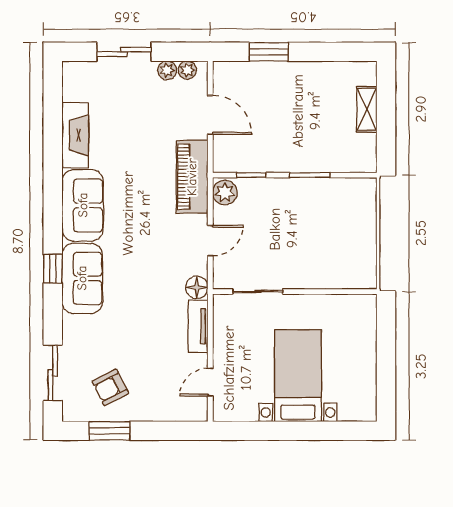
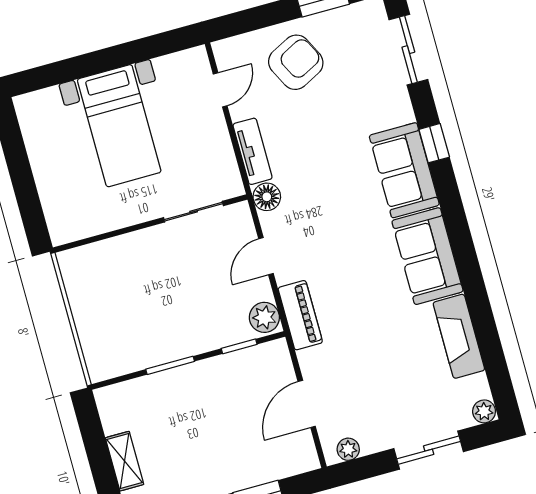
plant: (167, 70) -> (484, 411), moved
door: (210, 115) -> (307, 404), hinge flipped
piano: (192, 177) -> (300, 315), width x0.73, depth x0.75
window: (53, 269) -> (434, 143), moved
armchair: (110, 387) -> (296, 62), moved, width x1.38, depth x1.38

